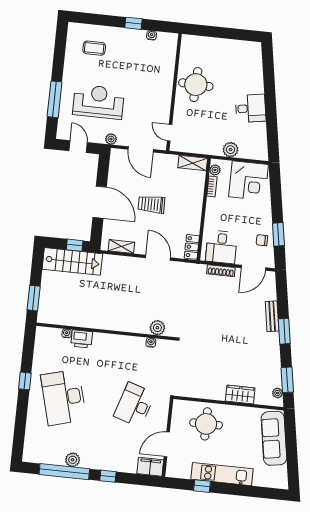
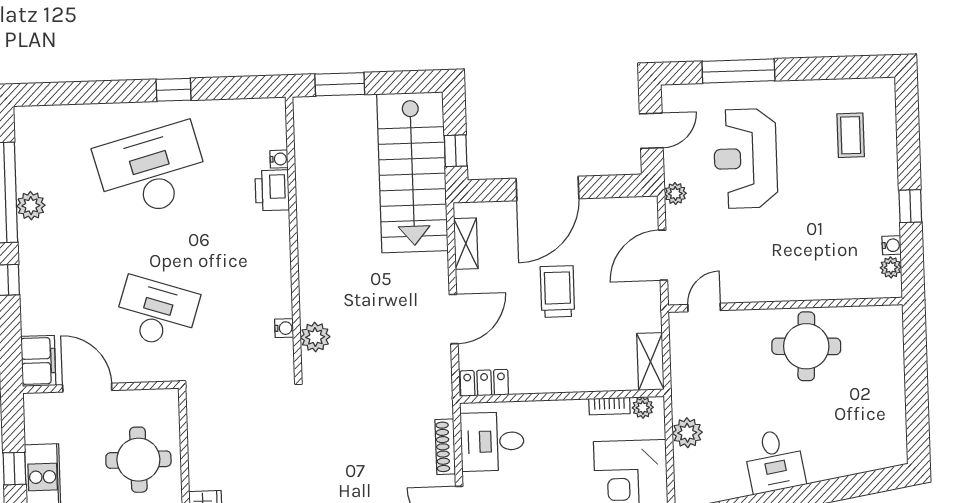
plant: (162, 37) -> (891, 267), added
reception desk: (98, 102) -> (746, 158), turned 180
stairs: (72, 261) -> (412, 172), width x1.36, depth x1.51

